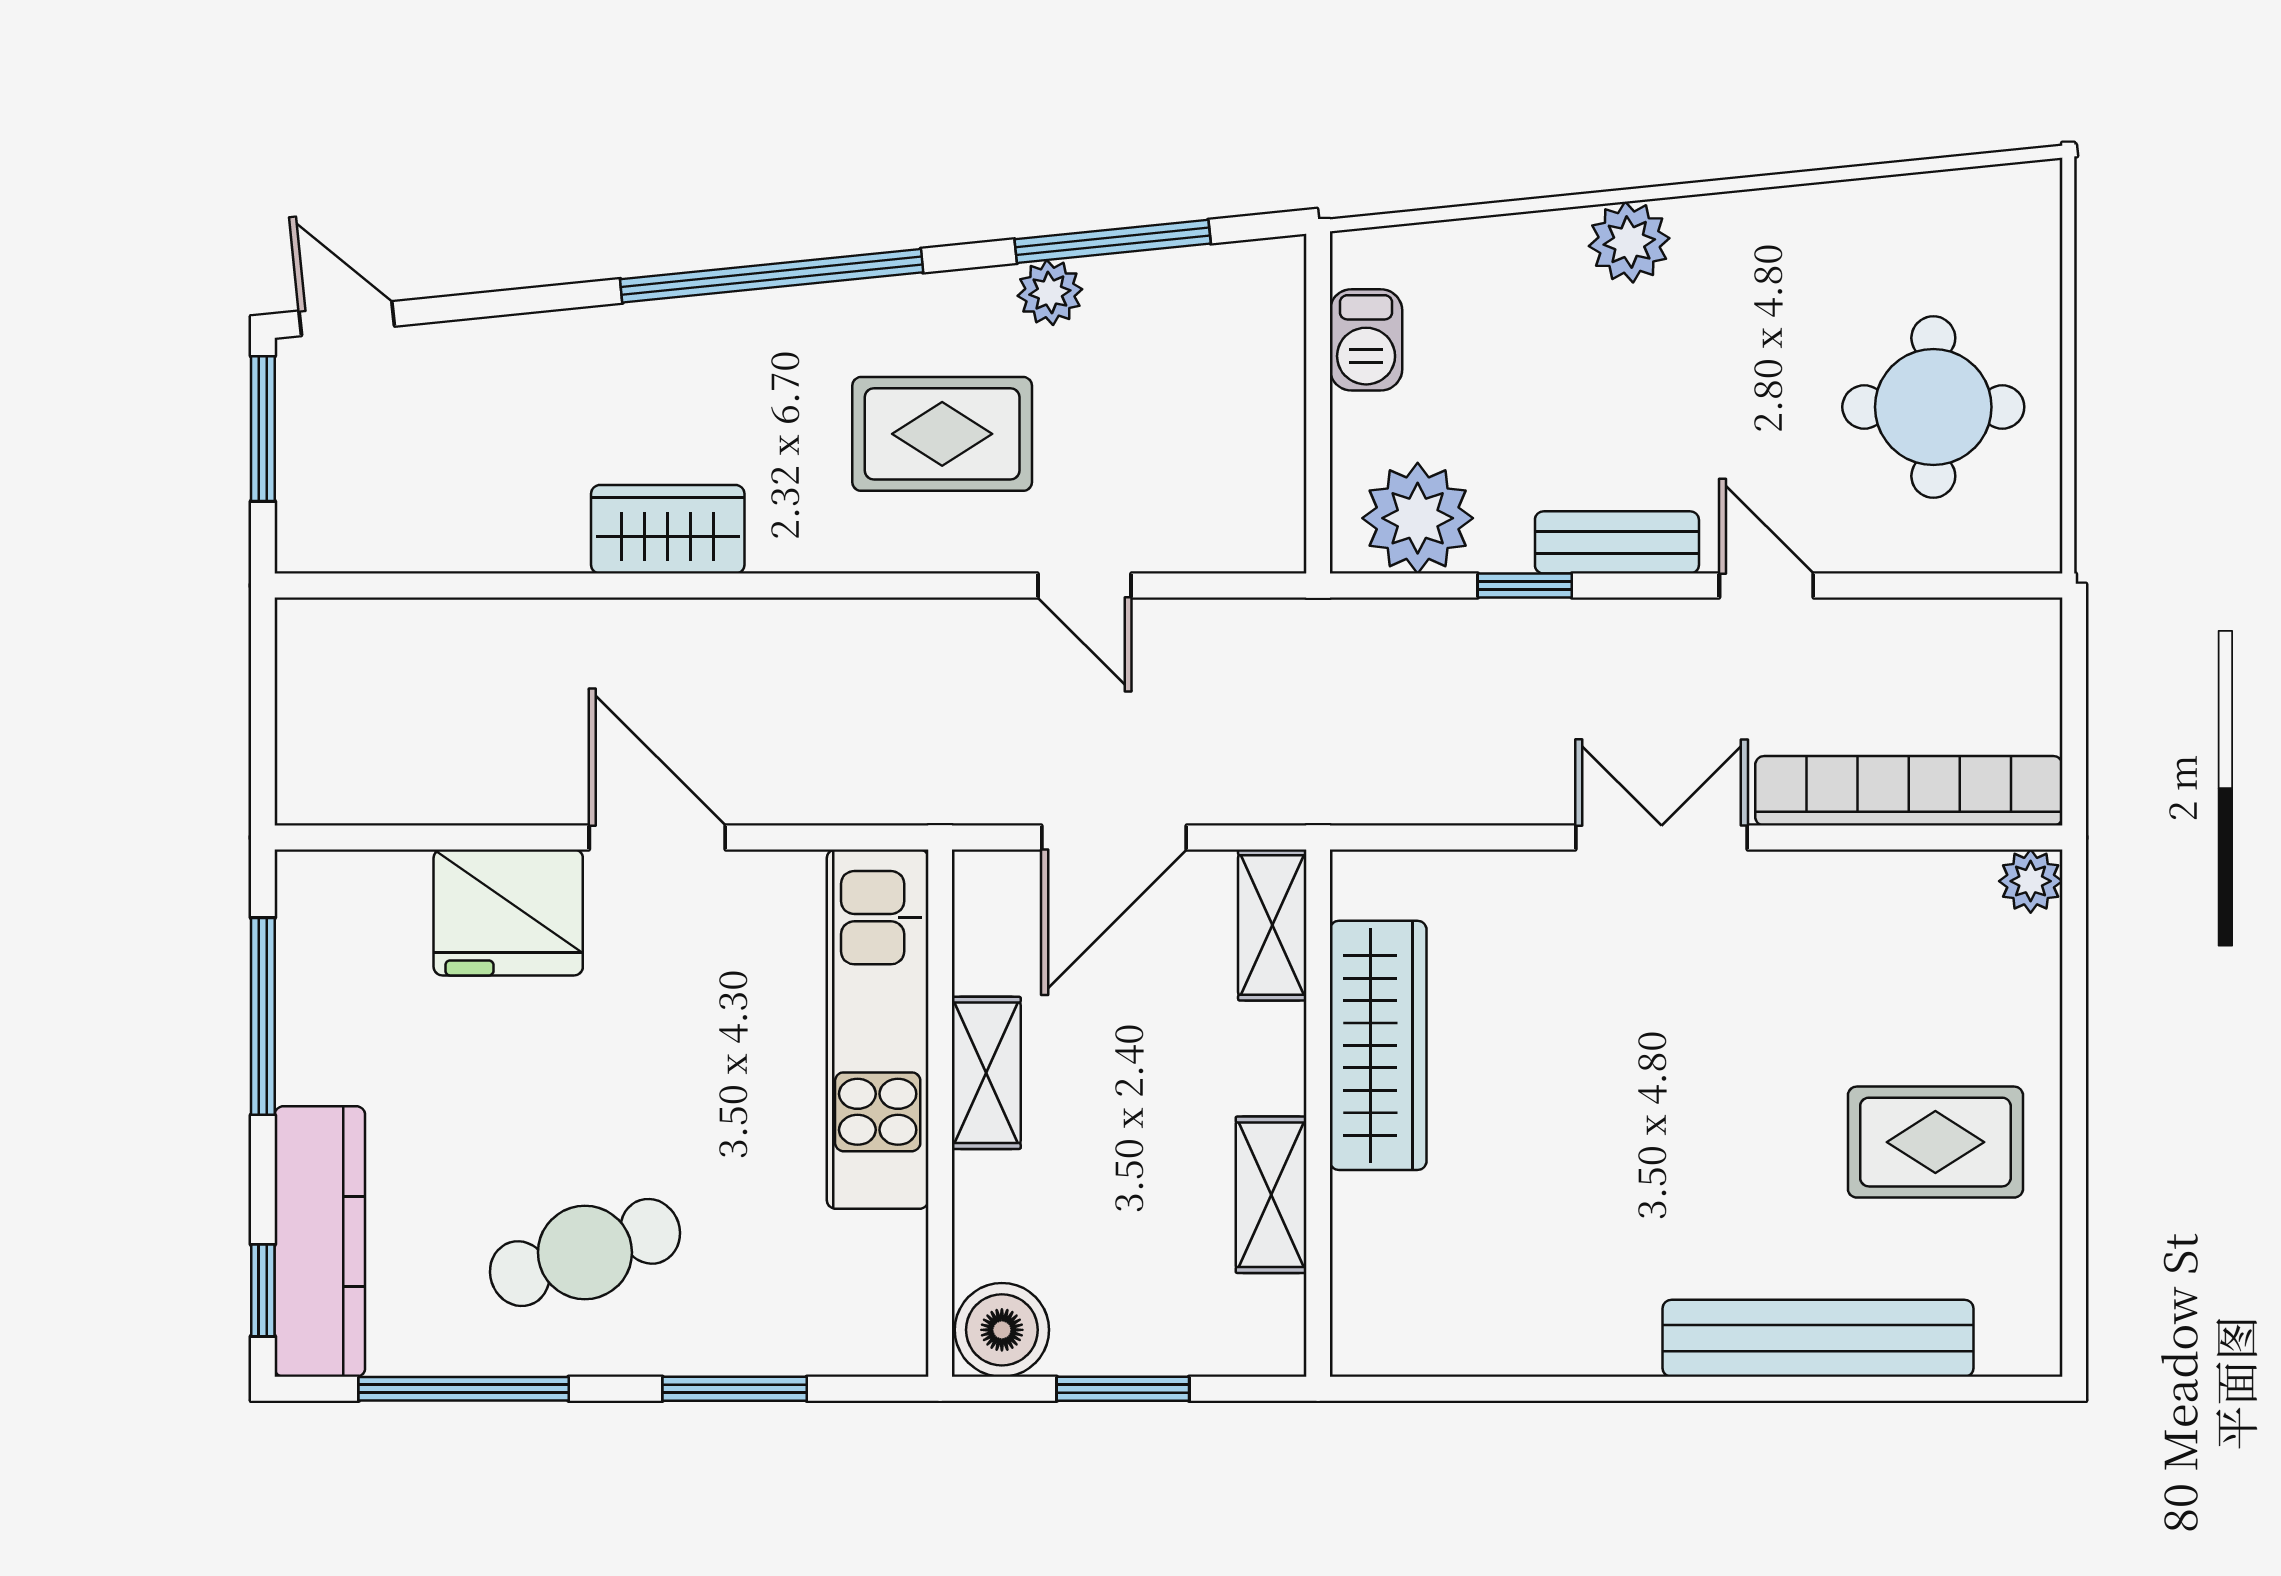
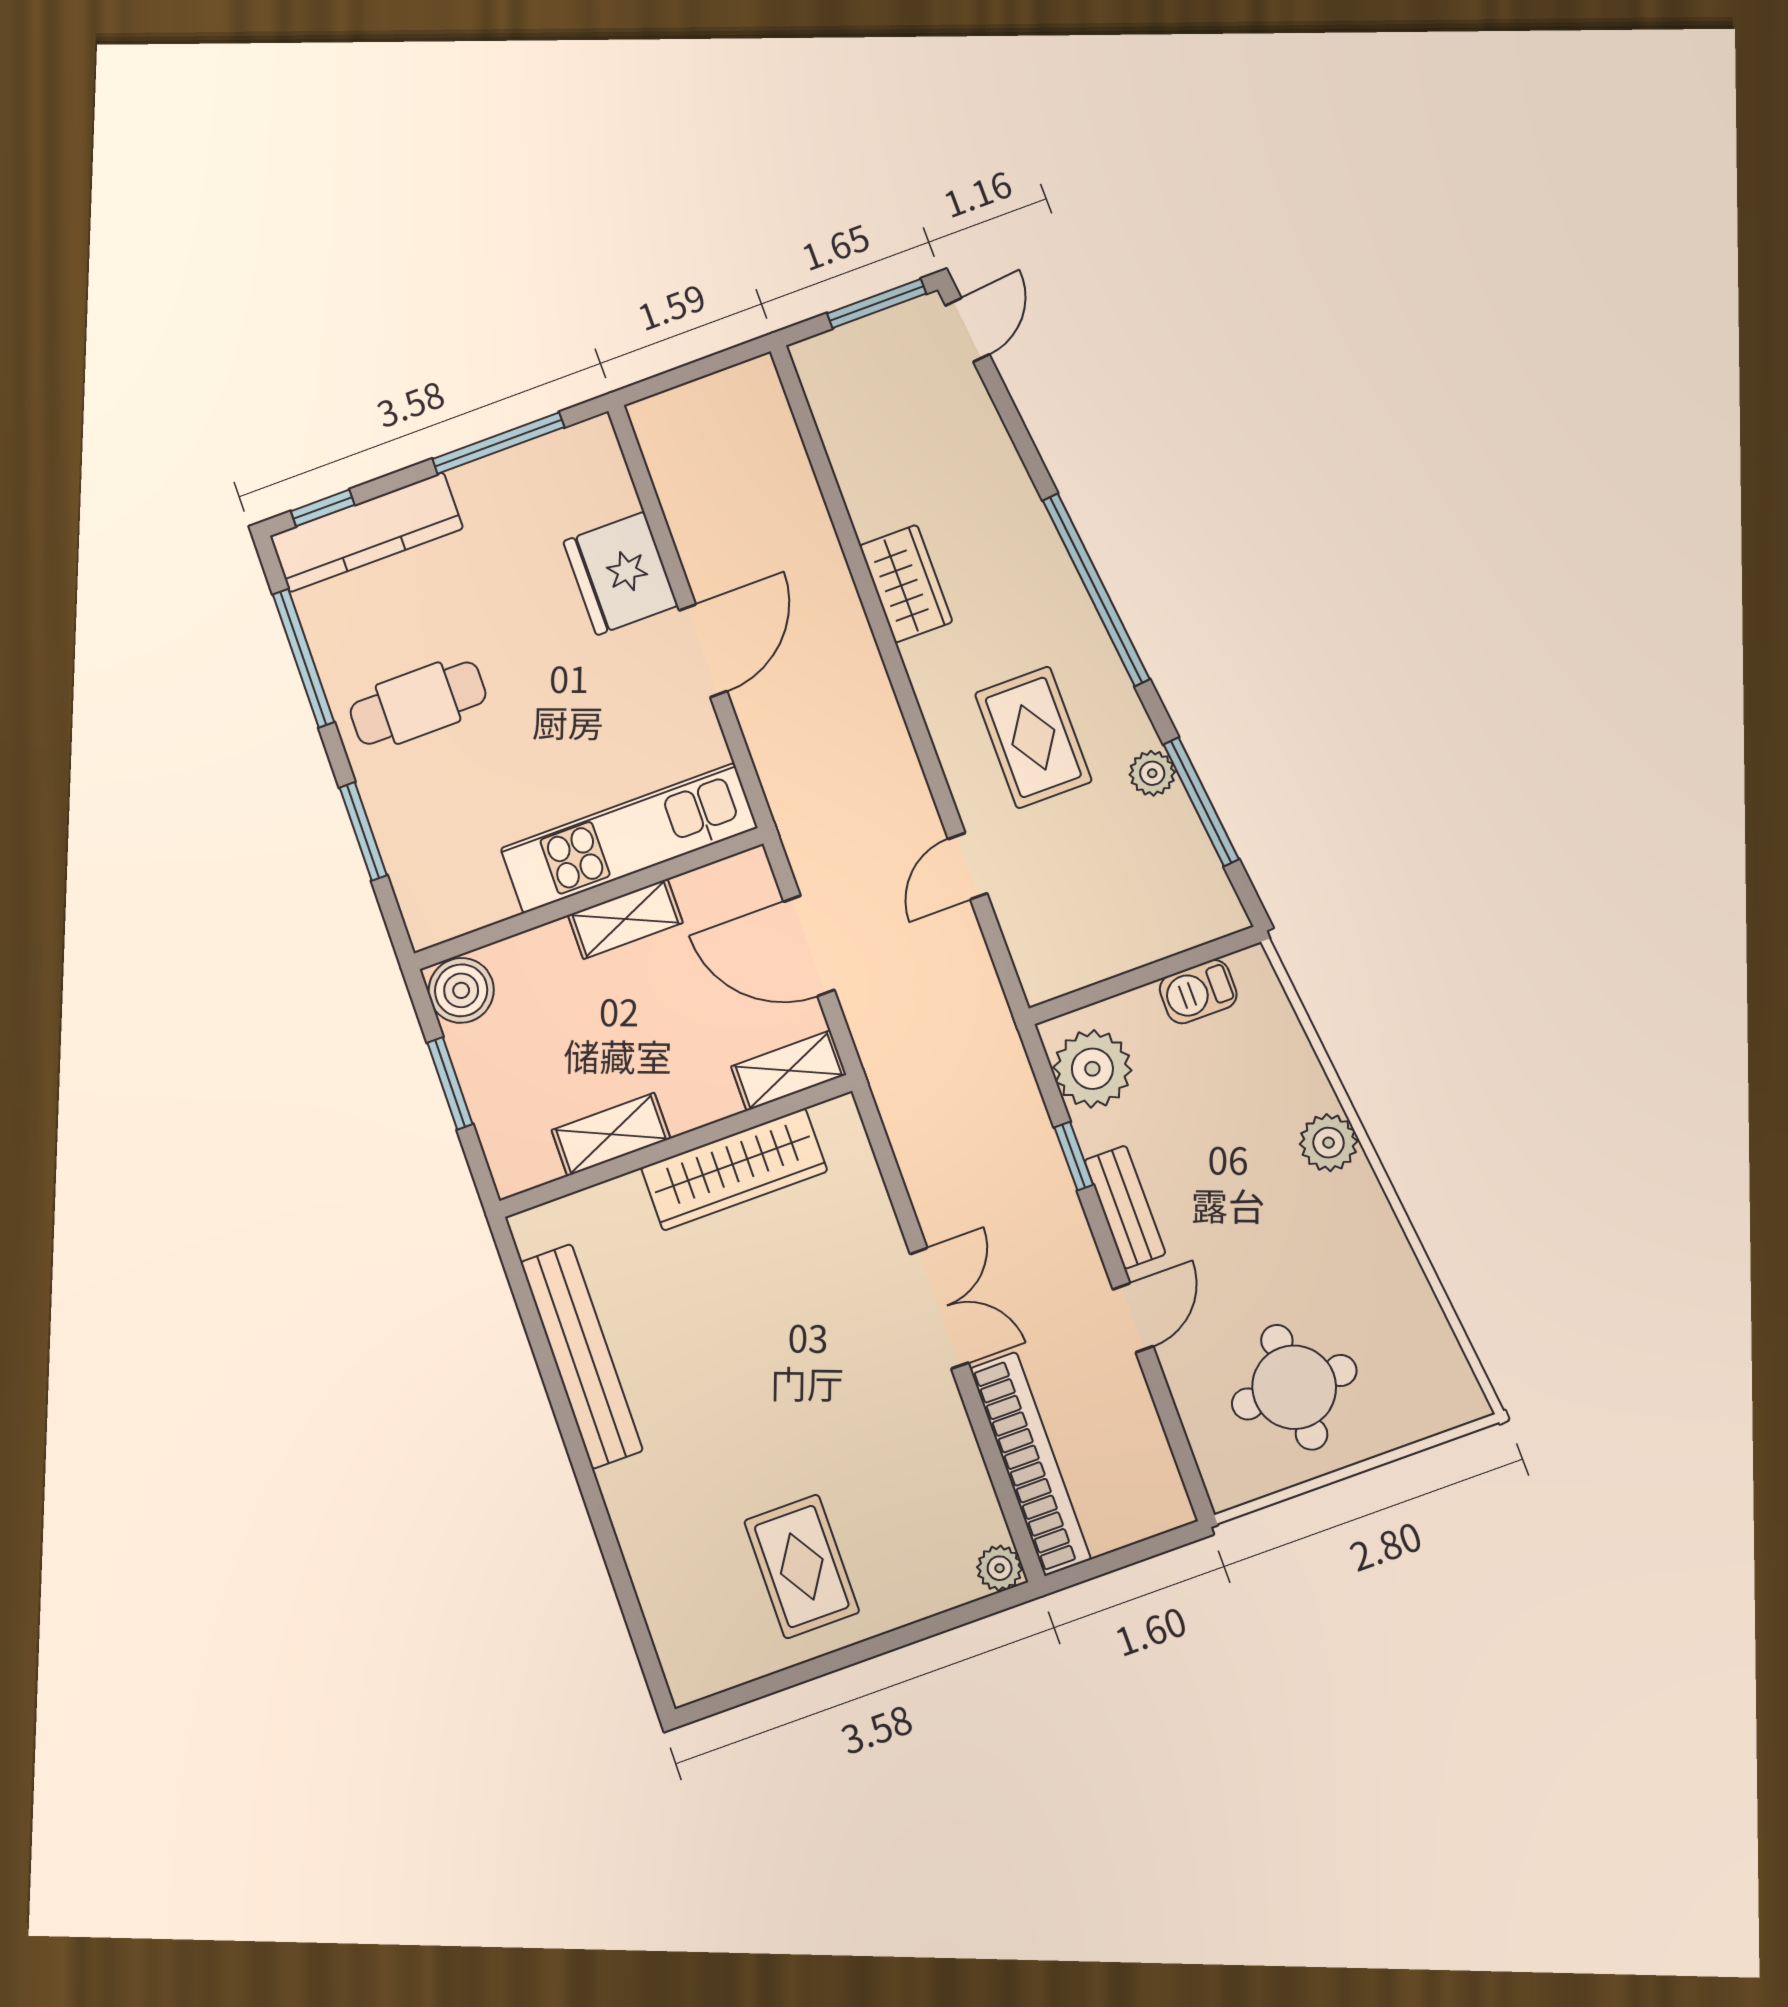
cafe table: (585, 1252) -> (418, 703), turned -72
bench: (1818, 1338) -> (582, 1356), moved

